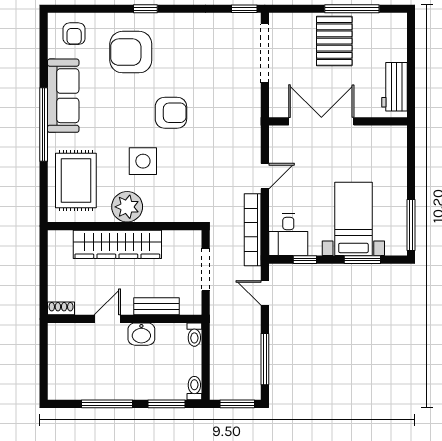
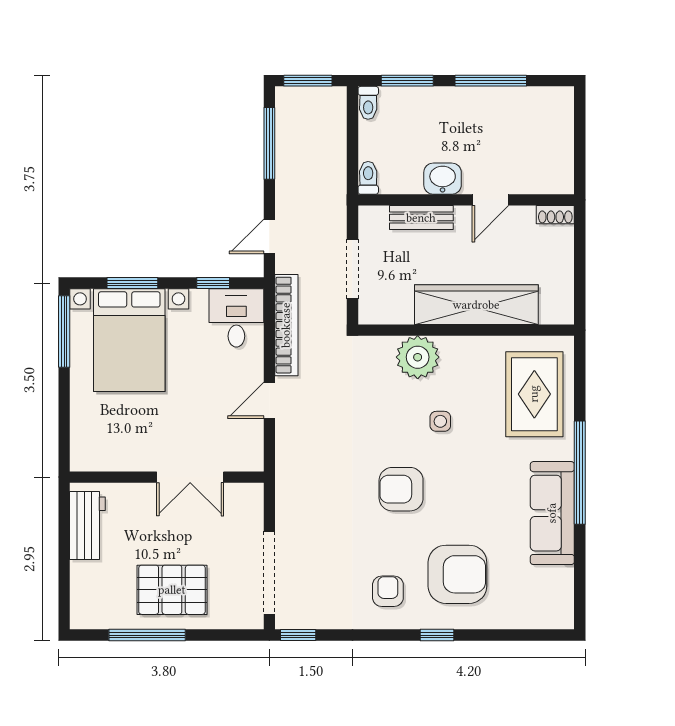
armchair: (74, 34) -> (388, 591), moved
pallet: (334, 41) -> (172, 590), turned 90
double door: (321, 121) -> (190, 477), width x0.73
side table: (143, 161) -> (440, 421), width x0.54, depth x0.54
plant: (127, 207) -> (418, 357), moved
bed with nightstands: (353, 219) -> (129, 340), width x1.36
door: (265, 293) -> (269, 236), swing flipped

